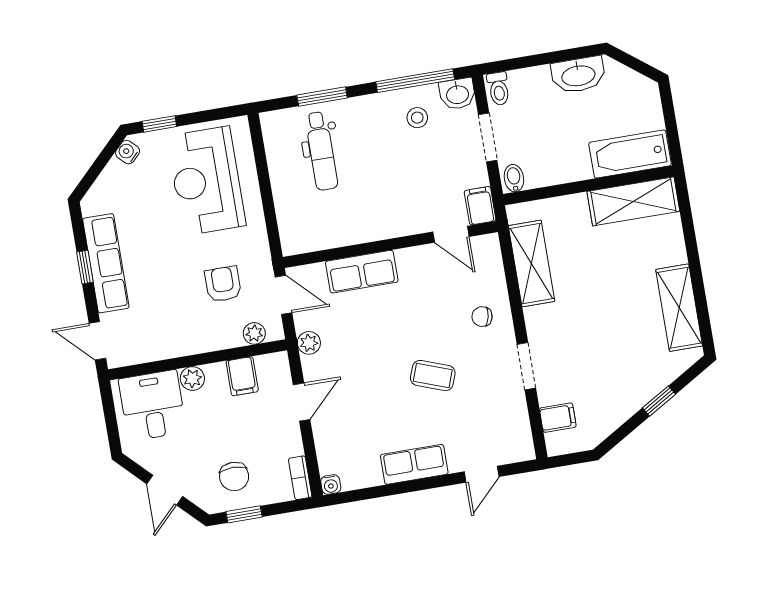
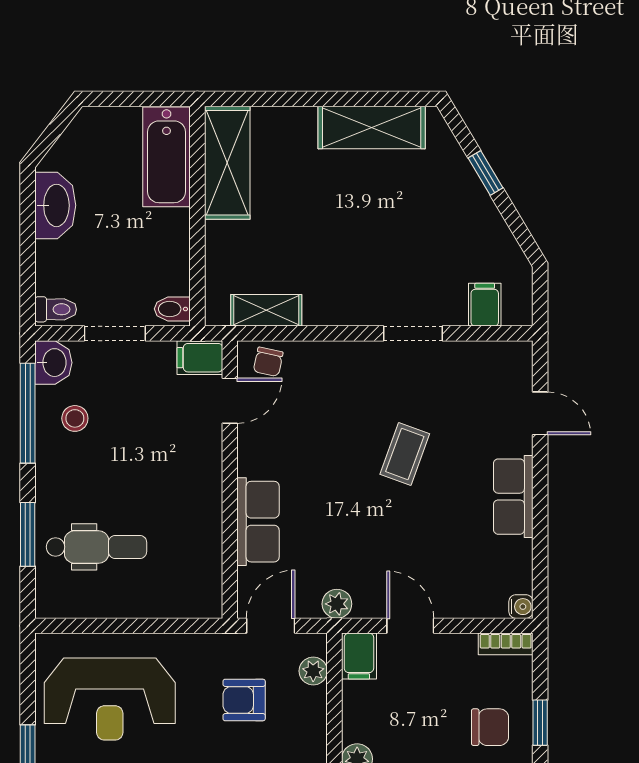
shelving: (532, 263) -> (266, 310), width x0.67, depth x0.75
chair: (482, 317) -> (268, 362), moved
filing cabinet: (242, 376) -> (359, 656), moved, turned 90

